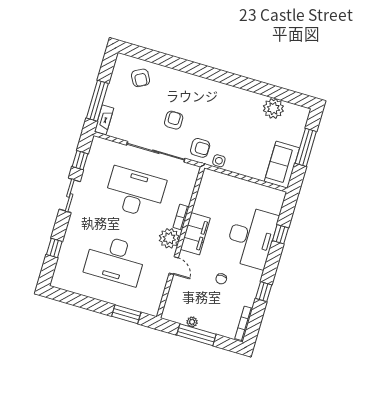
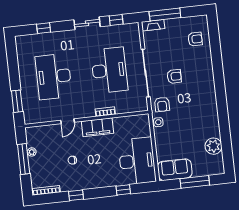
armchair: (141, 78) -> (195, 39), turned -152
desk: (251, 237) -> (137, 161), moved, turned -90
plant: (169, 238) -> (86, 109), removed

